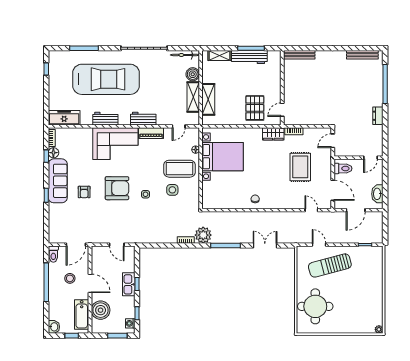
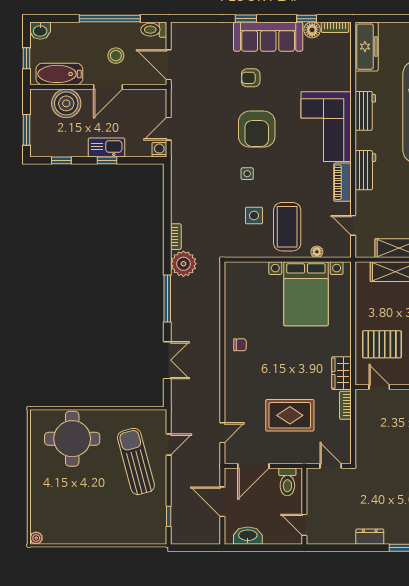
washing machine: (130, 323) -> (159, 150), moved

